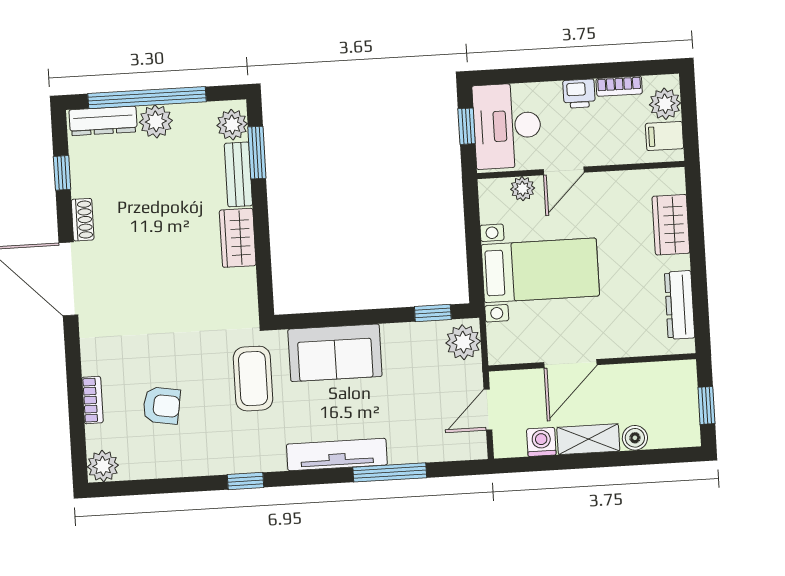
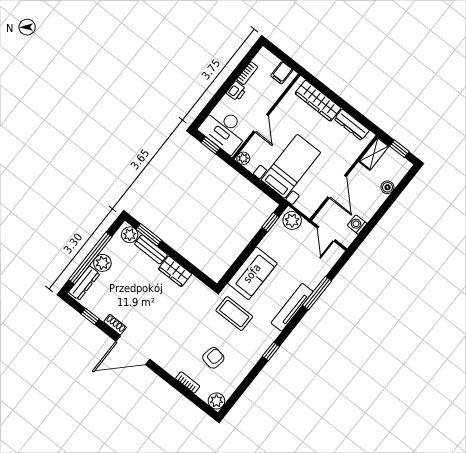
plant: (665, 104) -> (270, 62), removed
plant: (523, 189) -> (243, 158), moved
wardrobe: (671, 225) -> (318, 101), width x1.50
shelving: (588, 439) -> (374, 154), moved

